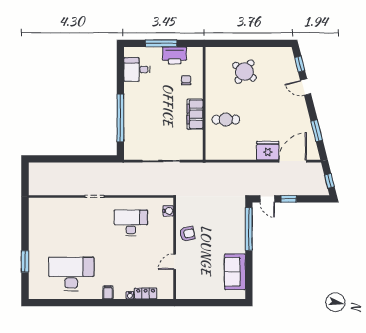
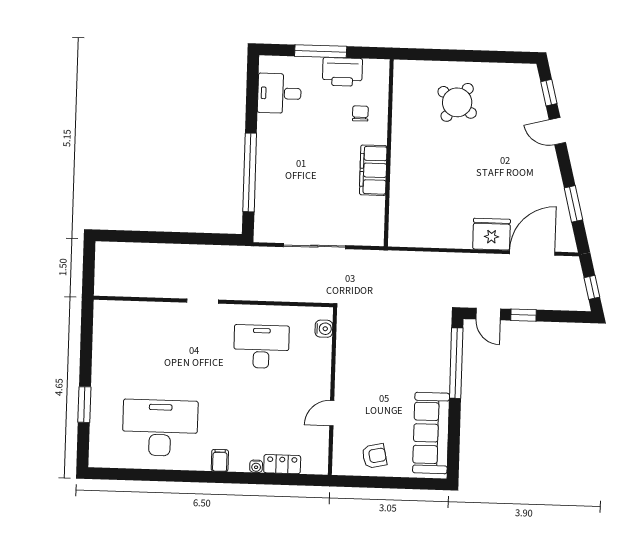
cafe table: (226, 120) -> (424, 181), removed
armchair: (187, 234) -> (374, 456), moved
sofa: (235, 272) -> (431, 433), width x1.36

